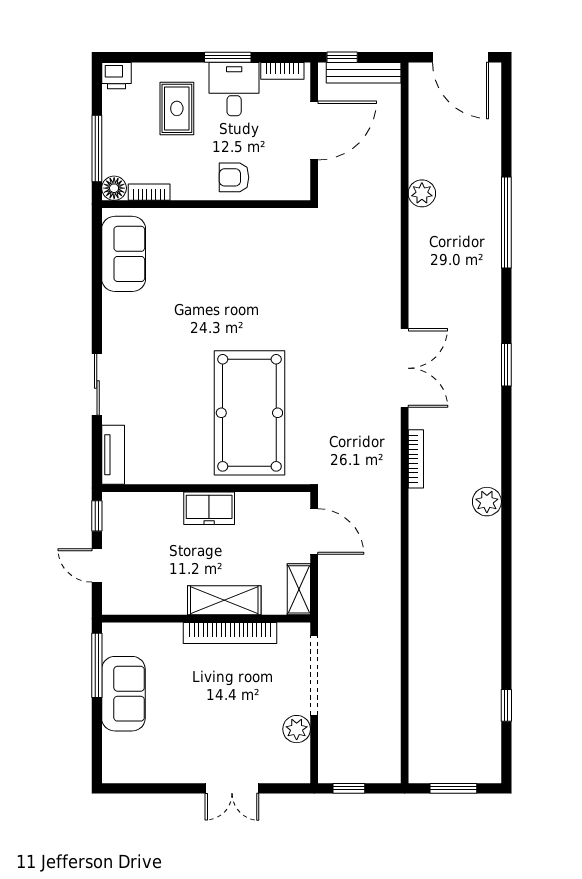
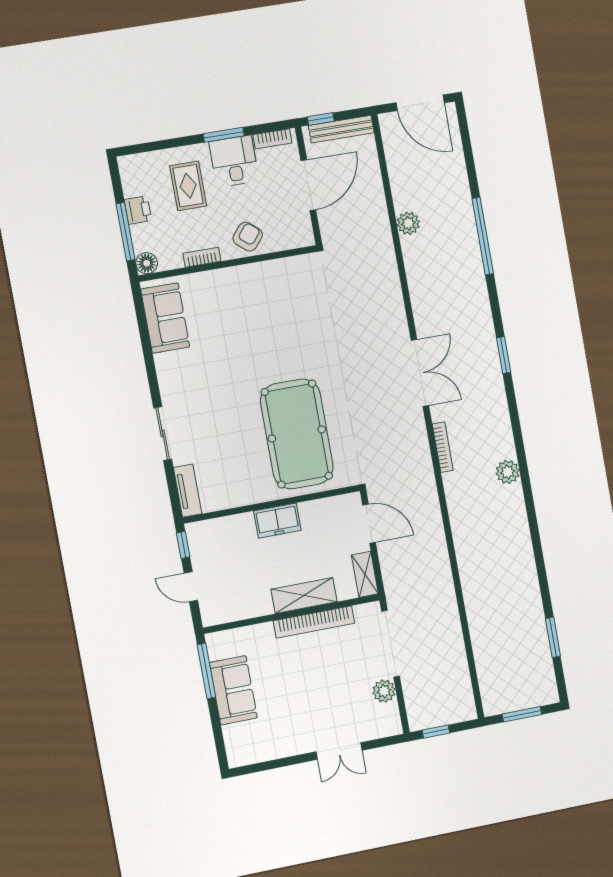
printer: (116, 76) -> (138, 210), moved, turned -90
armchair: (234, 177) -> (248, 237), turned 130
bookcase: (149, 192) -> (202, 257), moved
window: (506, 705) -> (553, 637), width x1.50

